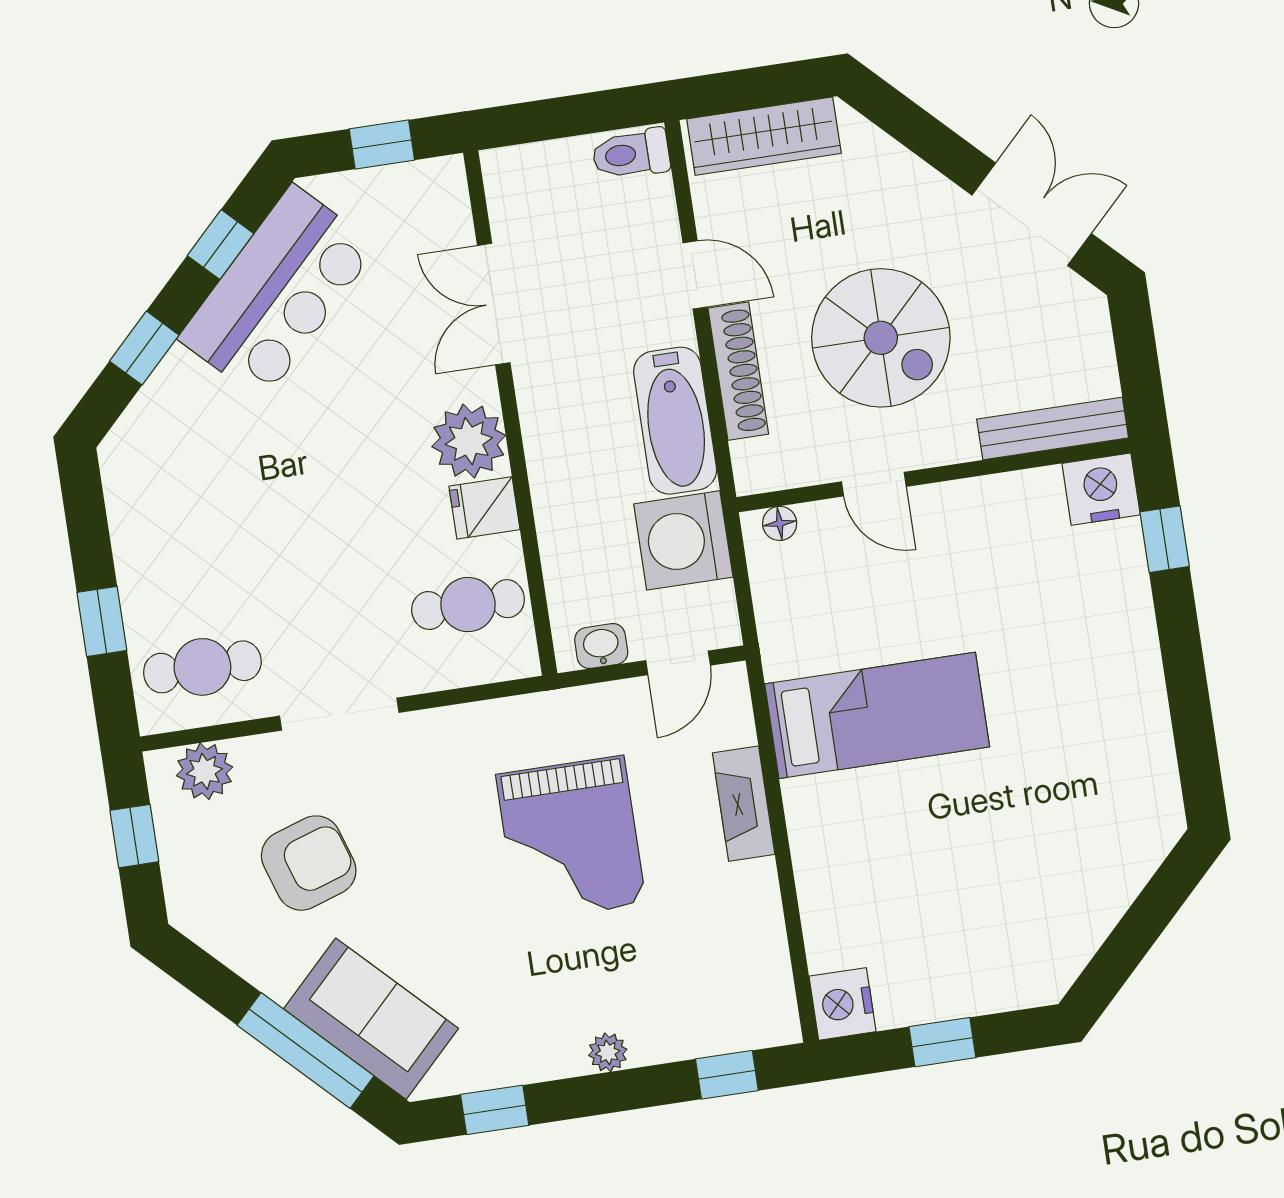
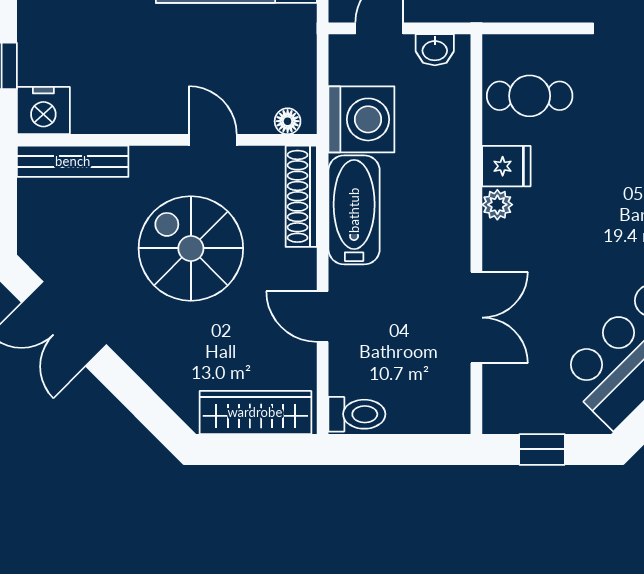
shoe rack: (738, 371) -> (301, 196), moved
plant: (469, 441) -> (497, 205), width x0.53, depth x0.53

